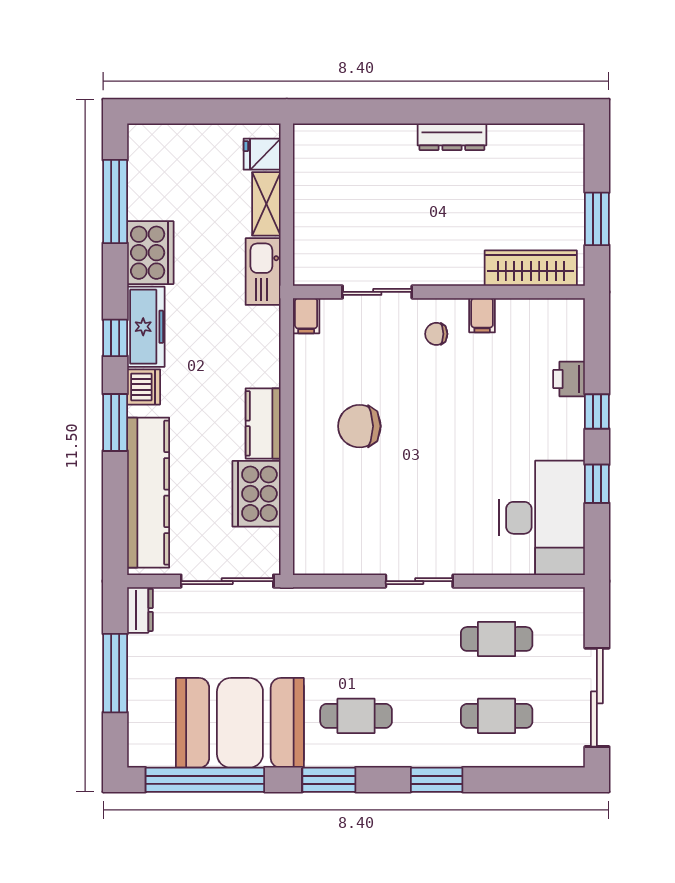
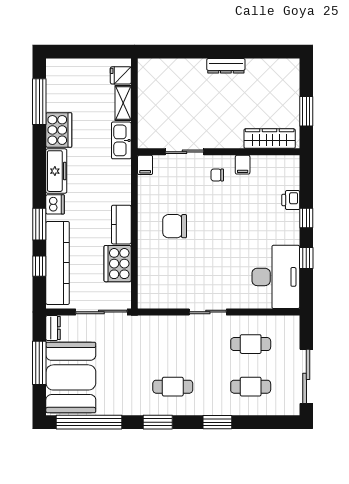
window: (115, 338) -> (39, 266), moved
booth: (240, 723) -> (71, 377), moved, turned 90

